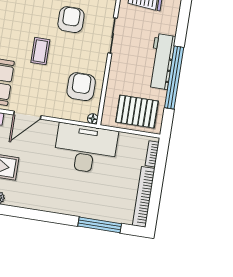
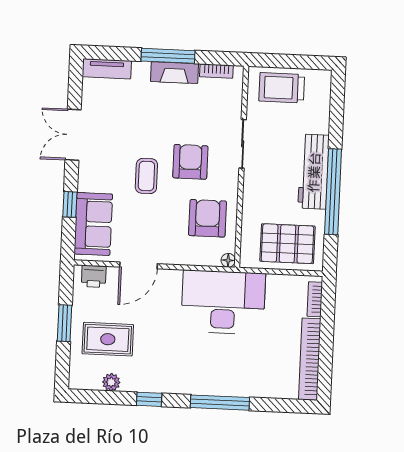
armchair: (71, 20) -> (190, 162), moved
window: (24, 213) -> (149, 399), added
window: (100, 225) -> (220, 403), moved

